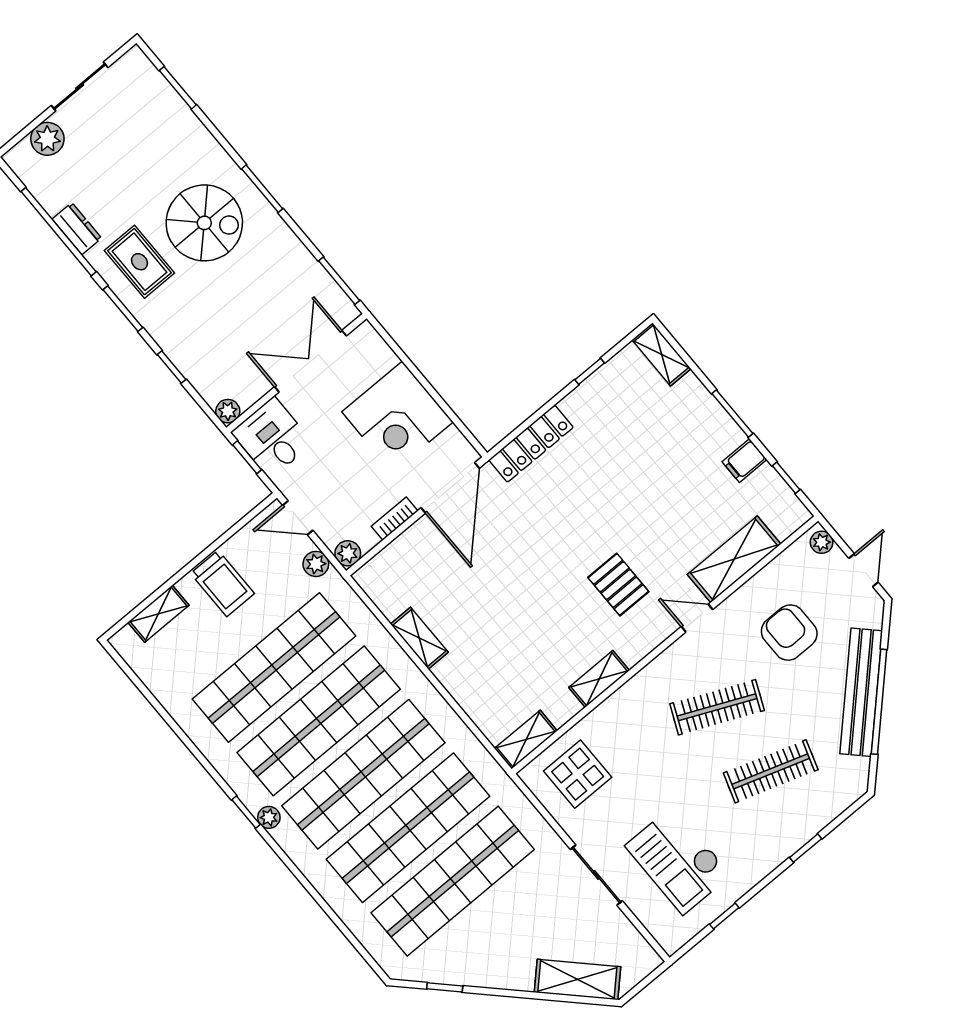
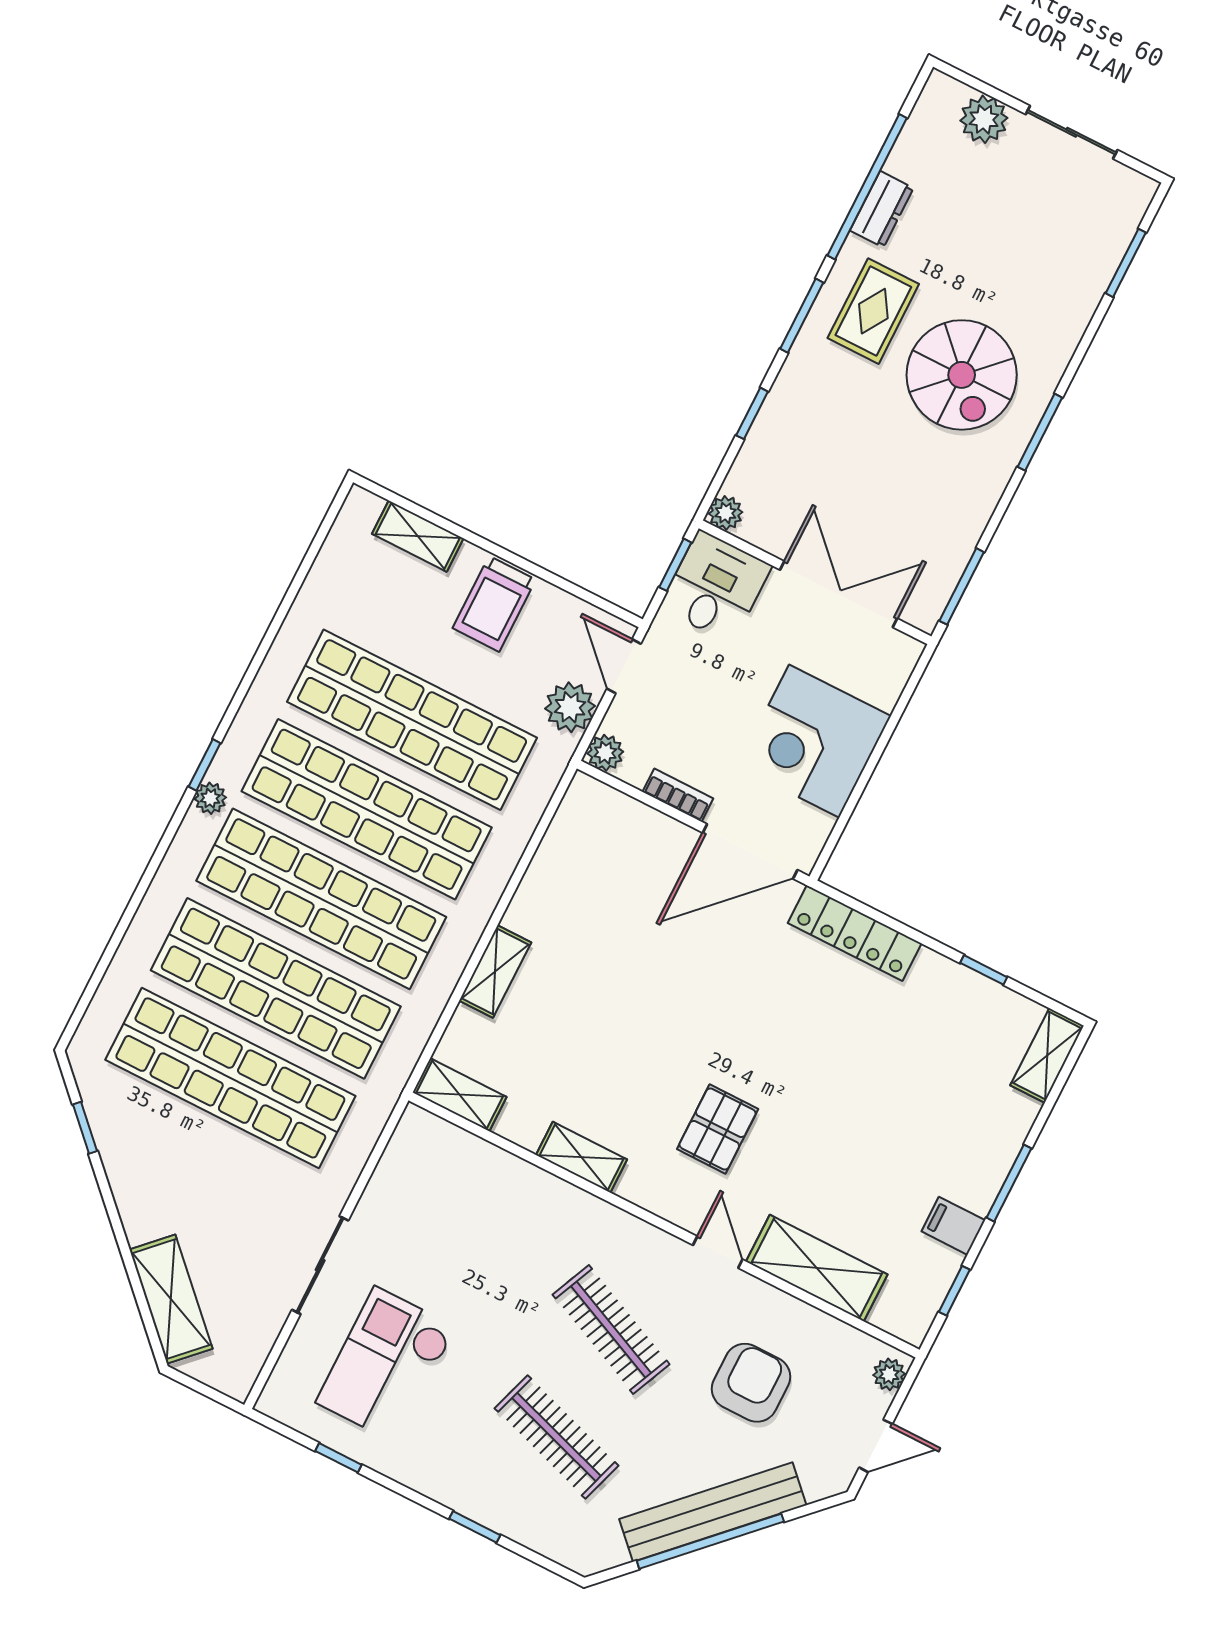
plant: (316, 564) -> (570, 707), width x1.38, depth x1.38
shelving: (419, 638) -> (495, 972), moved
display table: (578, 774) -> (443, 1183), removed

